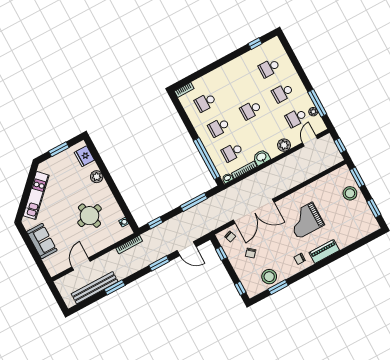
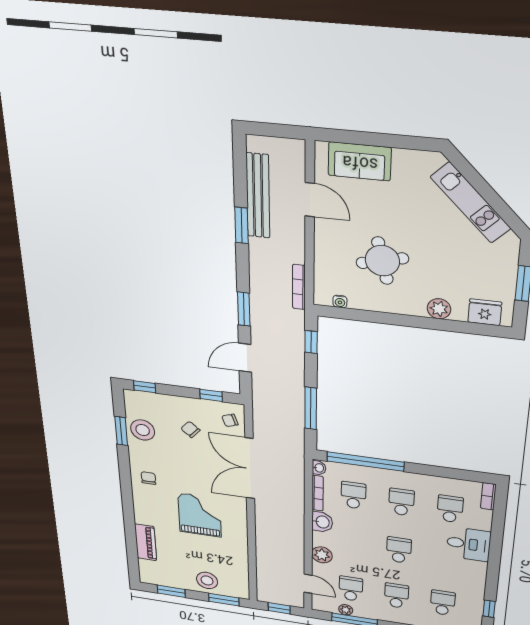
desk: (221, 80) -> (469, 544), added
sofa: (42, 241) -> (360, 161), moved
piano: (324, 251) -> (146, 542), moved

